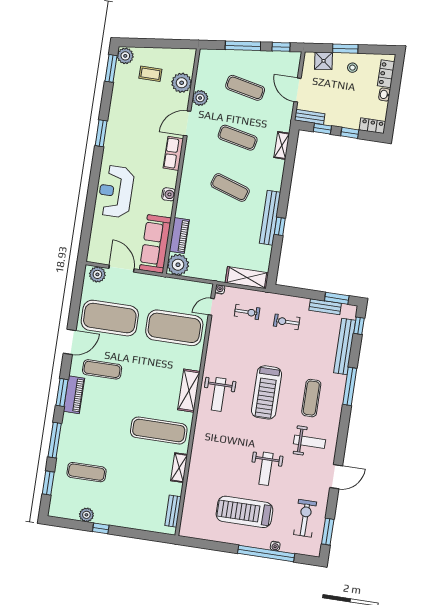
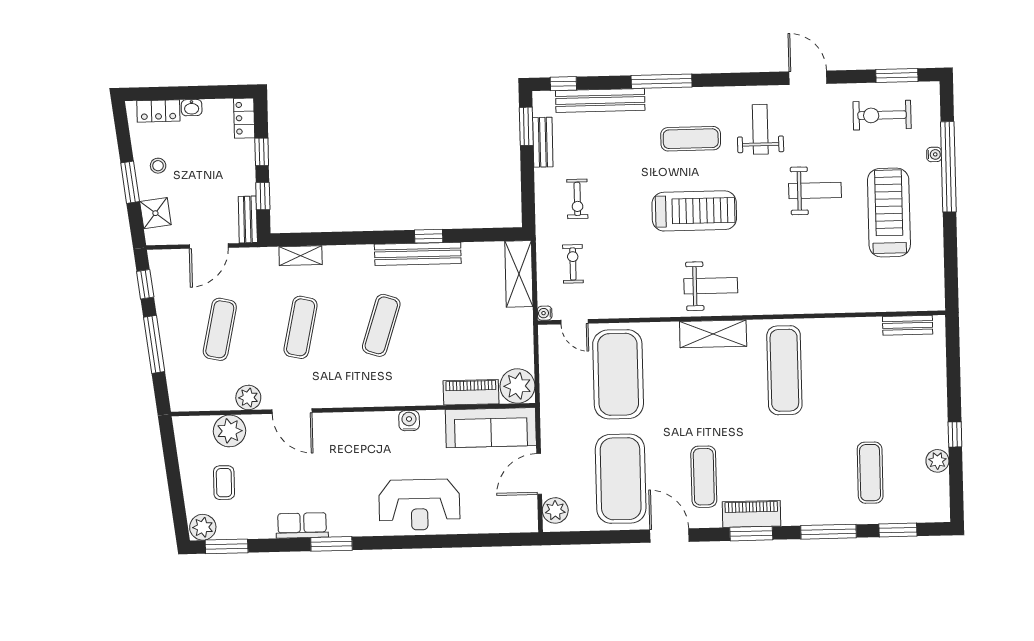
row of seats: (173, 153) -> (302, 525), moved, turned 180
shelving: (179, 468) -> (837, 328), removed
treadmill: (244, 512) -> (889, 213), turned 180

